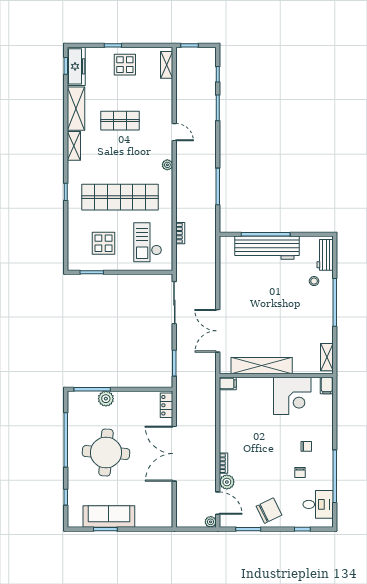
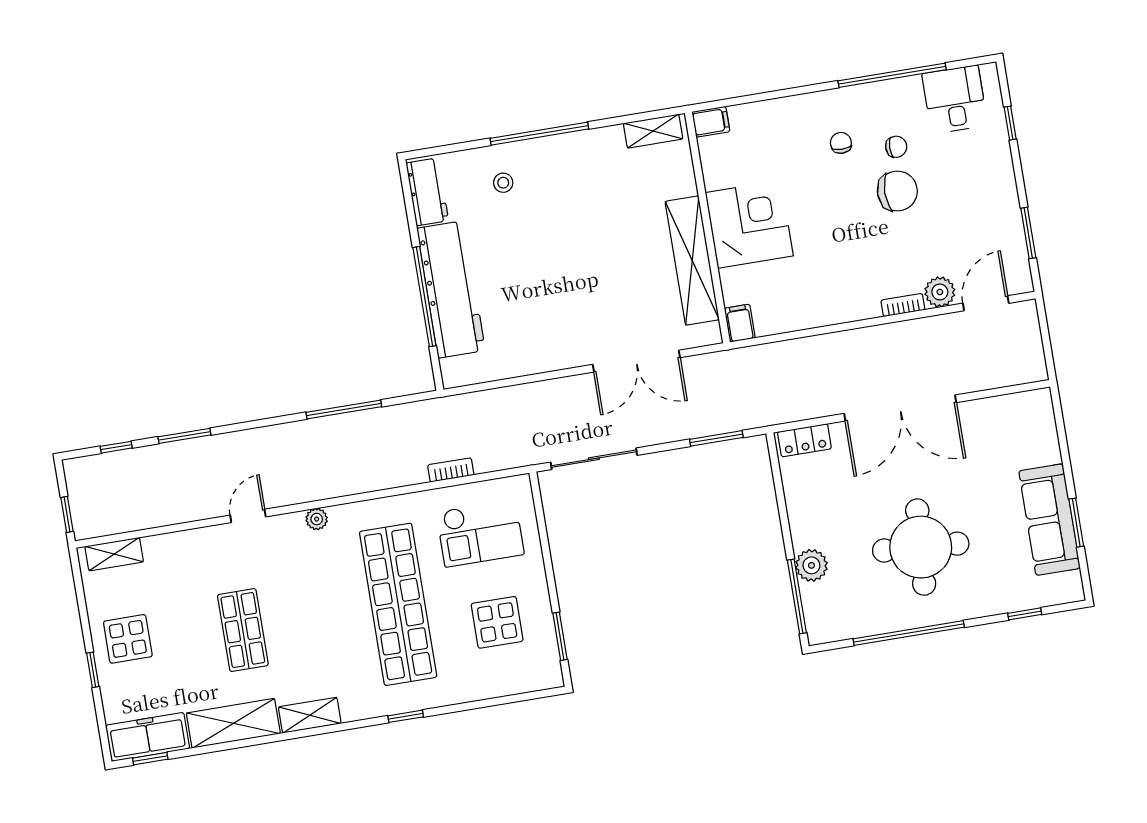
workbench: (325, 255) -> (427, 192), moved, turned -90
corner desk: (292, 396) -> (749, 224), moved
chair: (269, 511) -> (897, 191), moved, turned 116
plant: (211, 522) -> (1026, 312), removed

